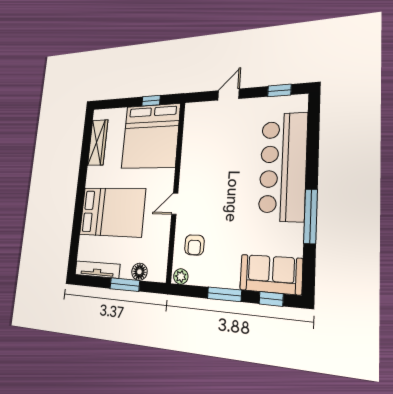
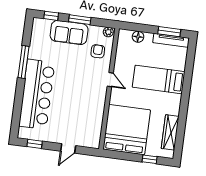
window: (151, 101) -> (150, 159), moved
door: (175, 204) -> (110, 80), hinge flipped
bed: (112, 212) -> (159, 79), width x0.67
sofa: (271, 274) -> (69, 33), moved
window: (125, 285) -> (169, 32), moved

